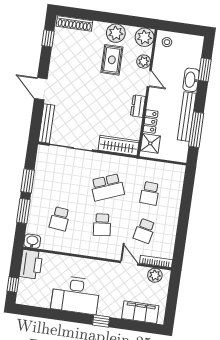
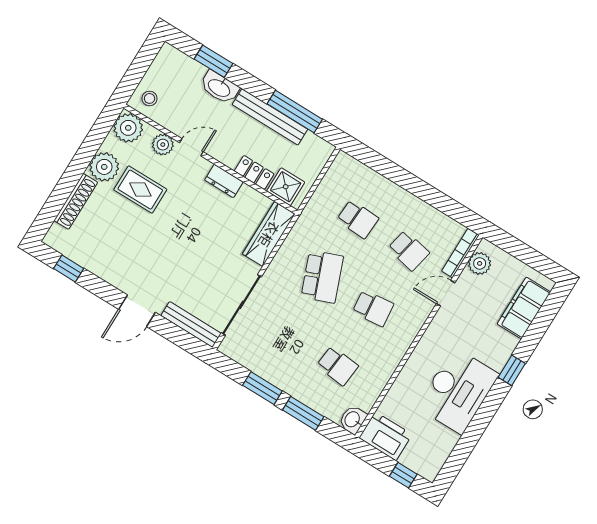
shoe rack: (74, 23) -> (76, 201), moved

